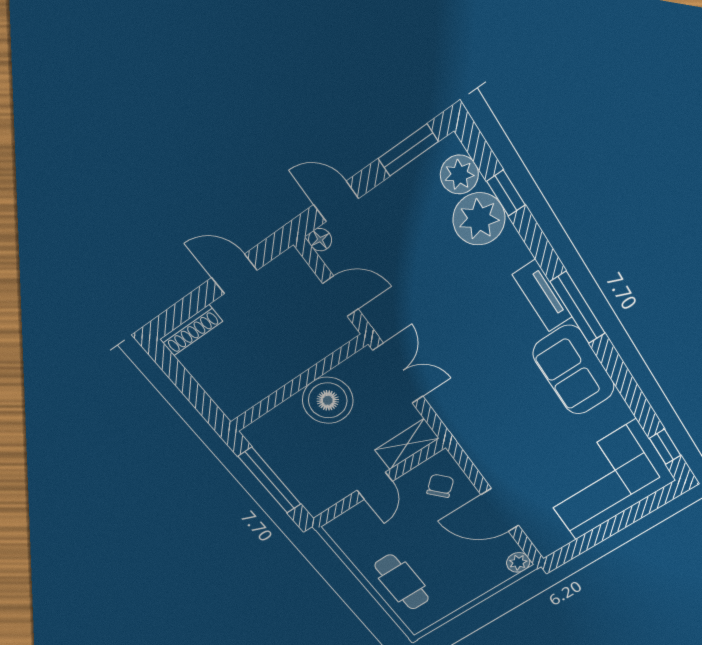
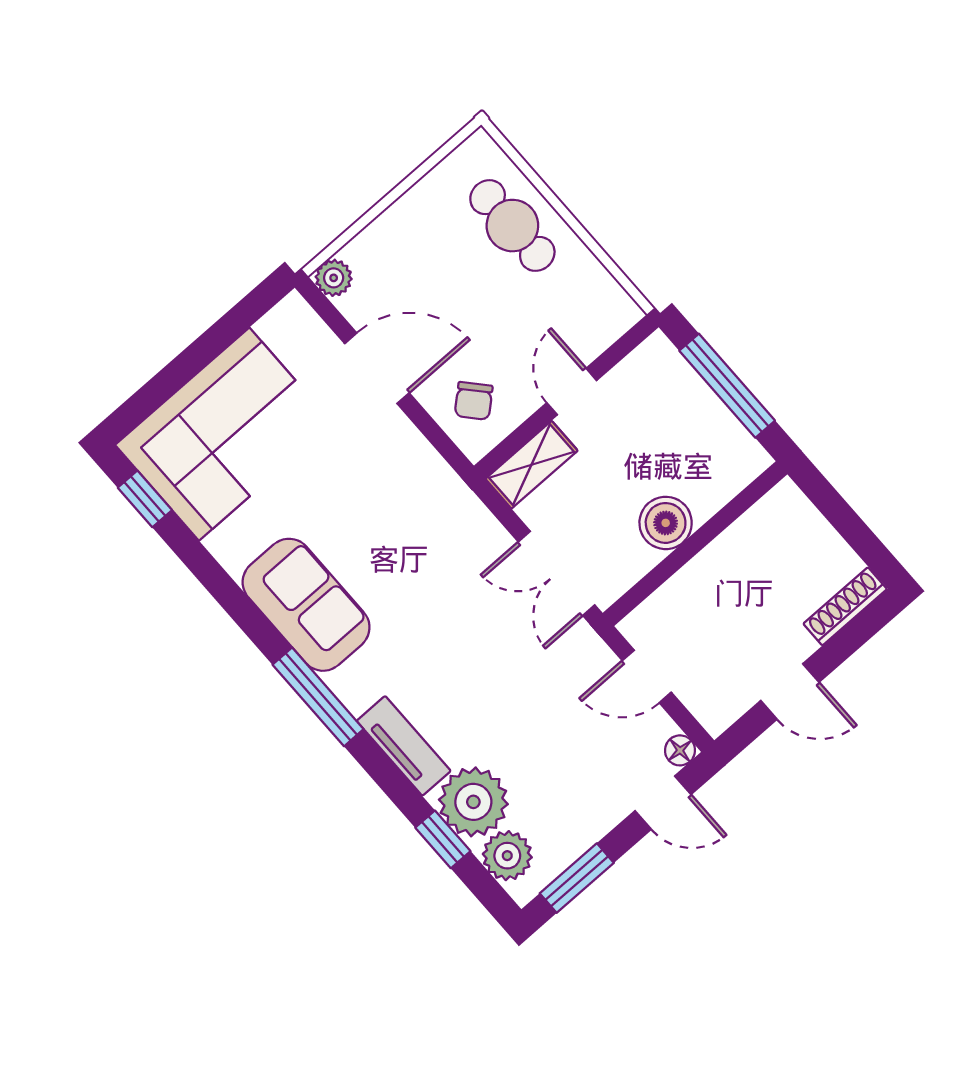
tv unit: (542, 296) -> (404, 746), moved
boiler: (328, 400) -> (666, 523), width x0.73, depth x0.73

